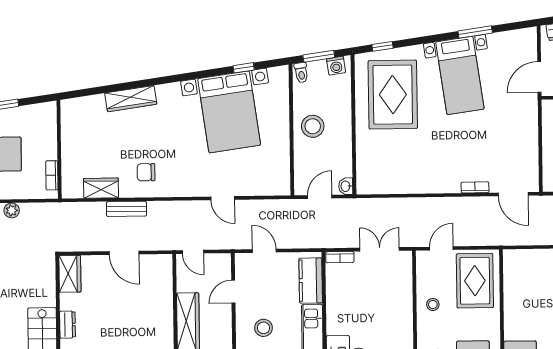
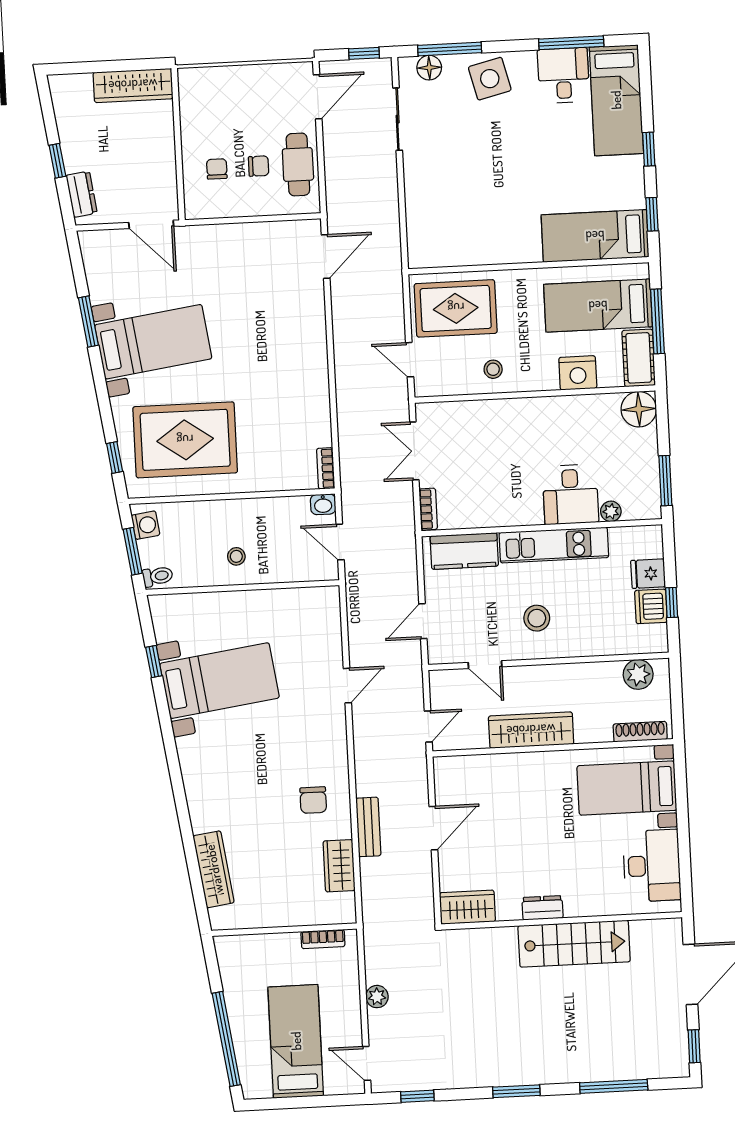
wardrobe: (131, 99) -> (214, 869), moved
bed with nightstands: (229, 112) -> (220, 681), width x0.73
stool: (313, 126) -> (236, 556), width x0.53, depth x0.53
bookcase: (475, 187) -> (326, 468), moved

